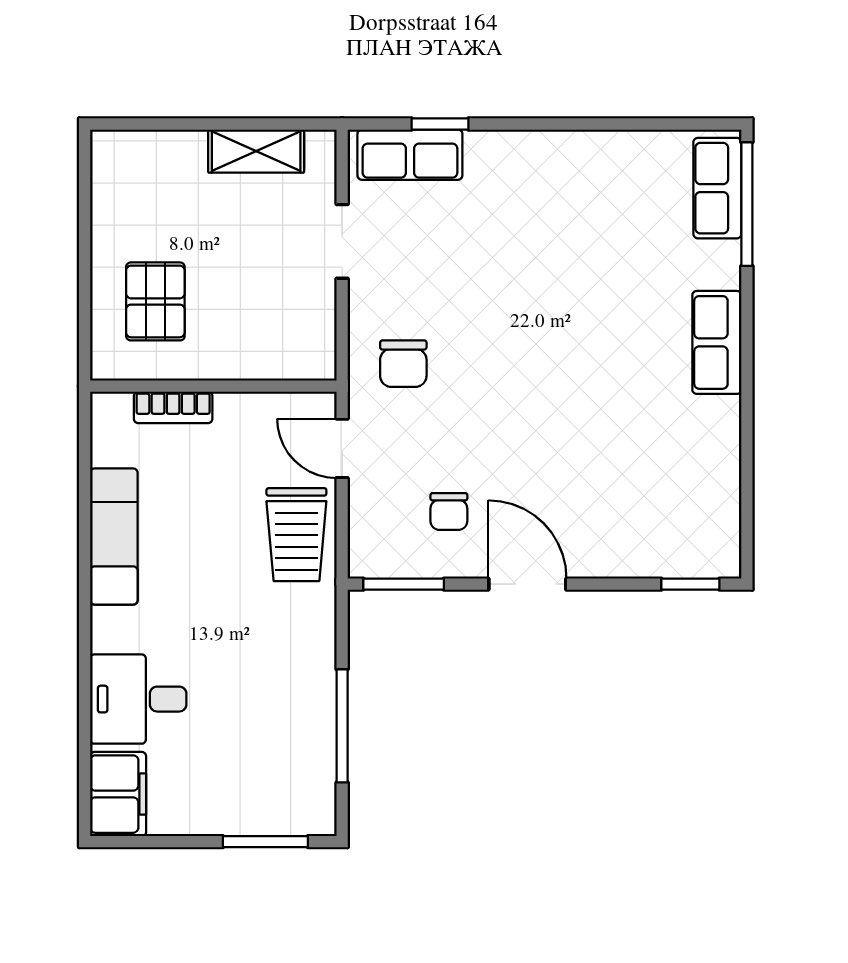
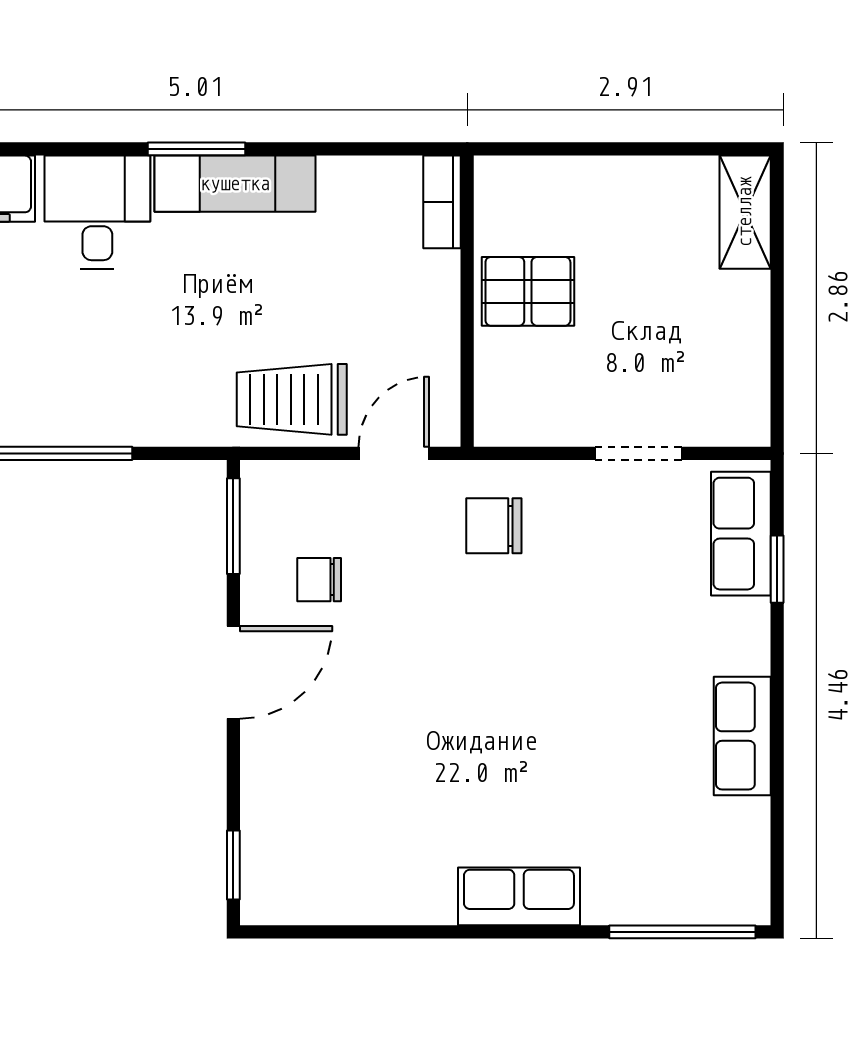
shelving: (256, 151) -> (745, 212), moved
row of seats: (717, 188) -> (742, 736), moved, turned -90
pallet: (155, 301) -> (528, 291), moved
bookcase: (173, 407) -> (442, 202), moved
exam couch: (114, 536) -> (235, 184), moved
window: (85, 615) -> (197, 149), added

